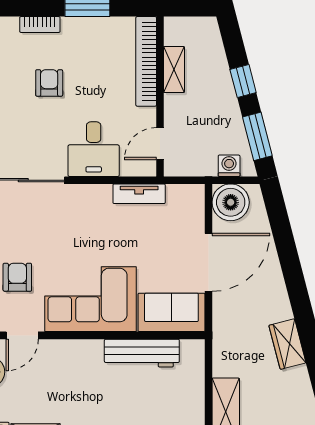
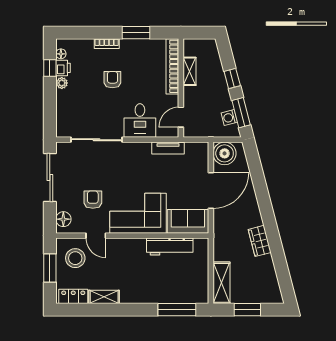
washing machine: (229, 166) -> (229, 118), moved, turned -105
door: (22, 335) -> (96, 236), hinge flipped

